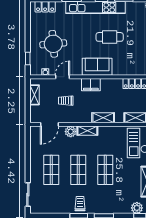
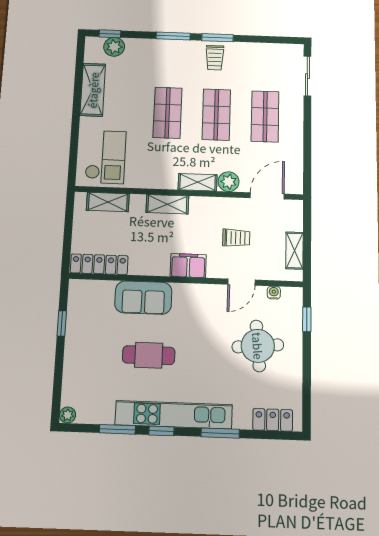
sofa: (97, 67) -> (143, 298), moved

